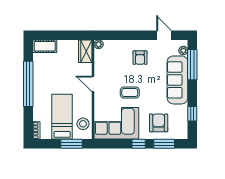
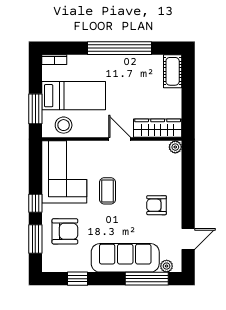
wardrobe: (85, 51) -> (158, 128), width x1.50
door: (93, 84) -> (120, 139), hinge flipped

